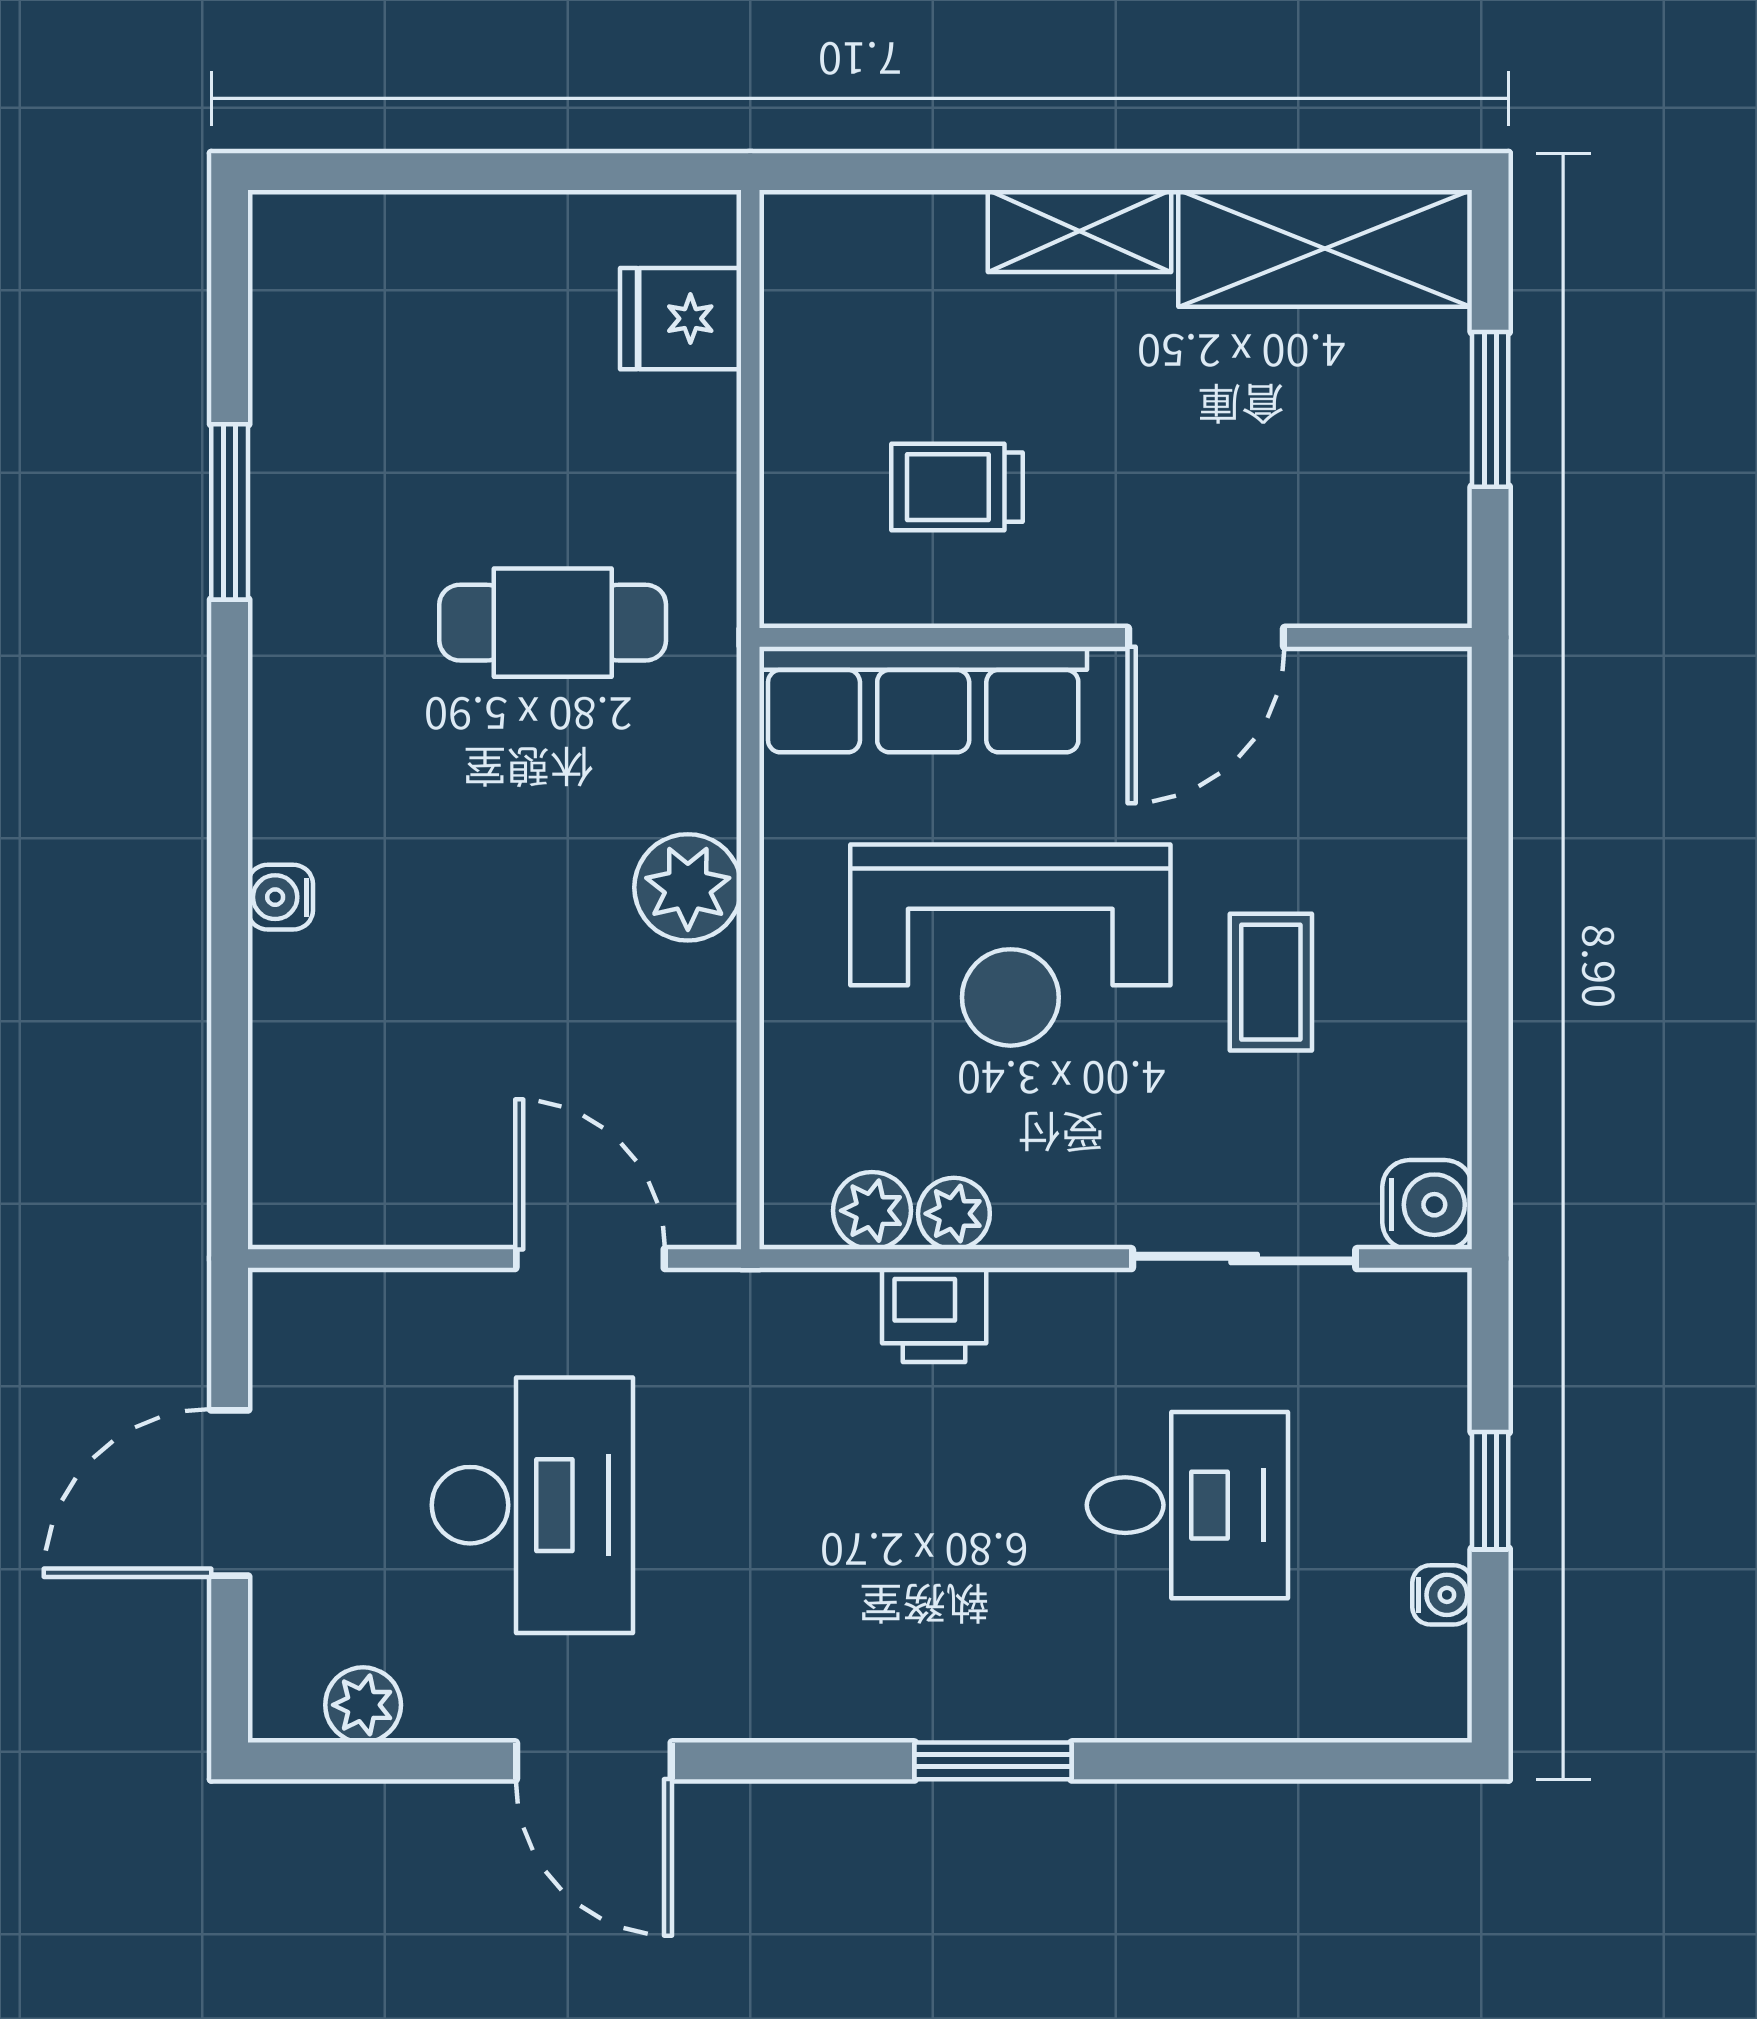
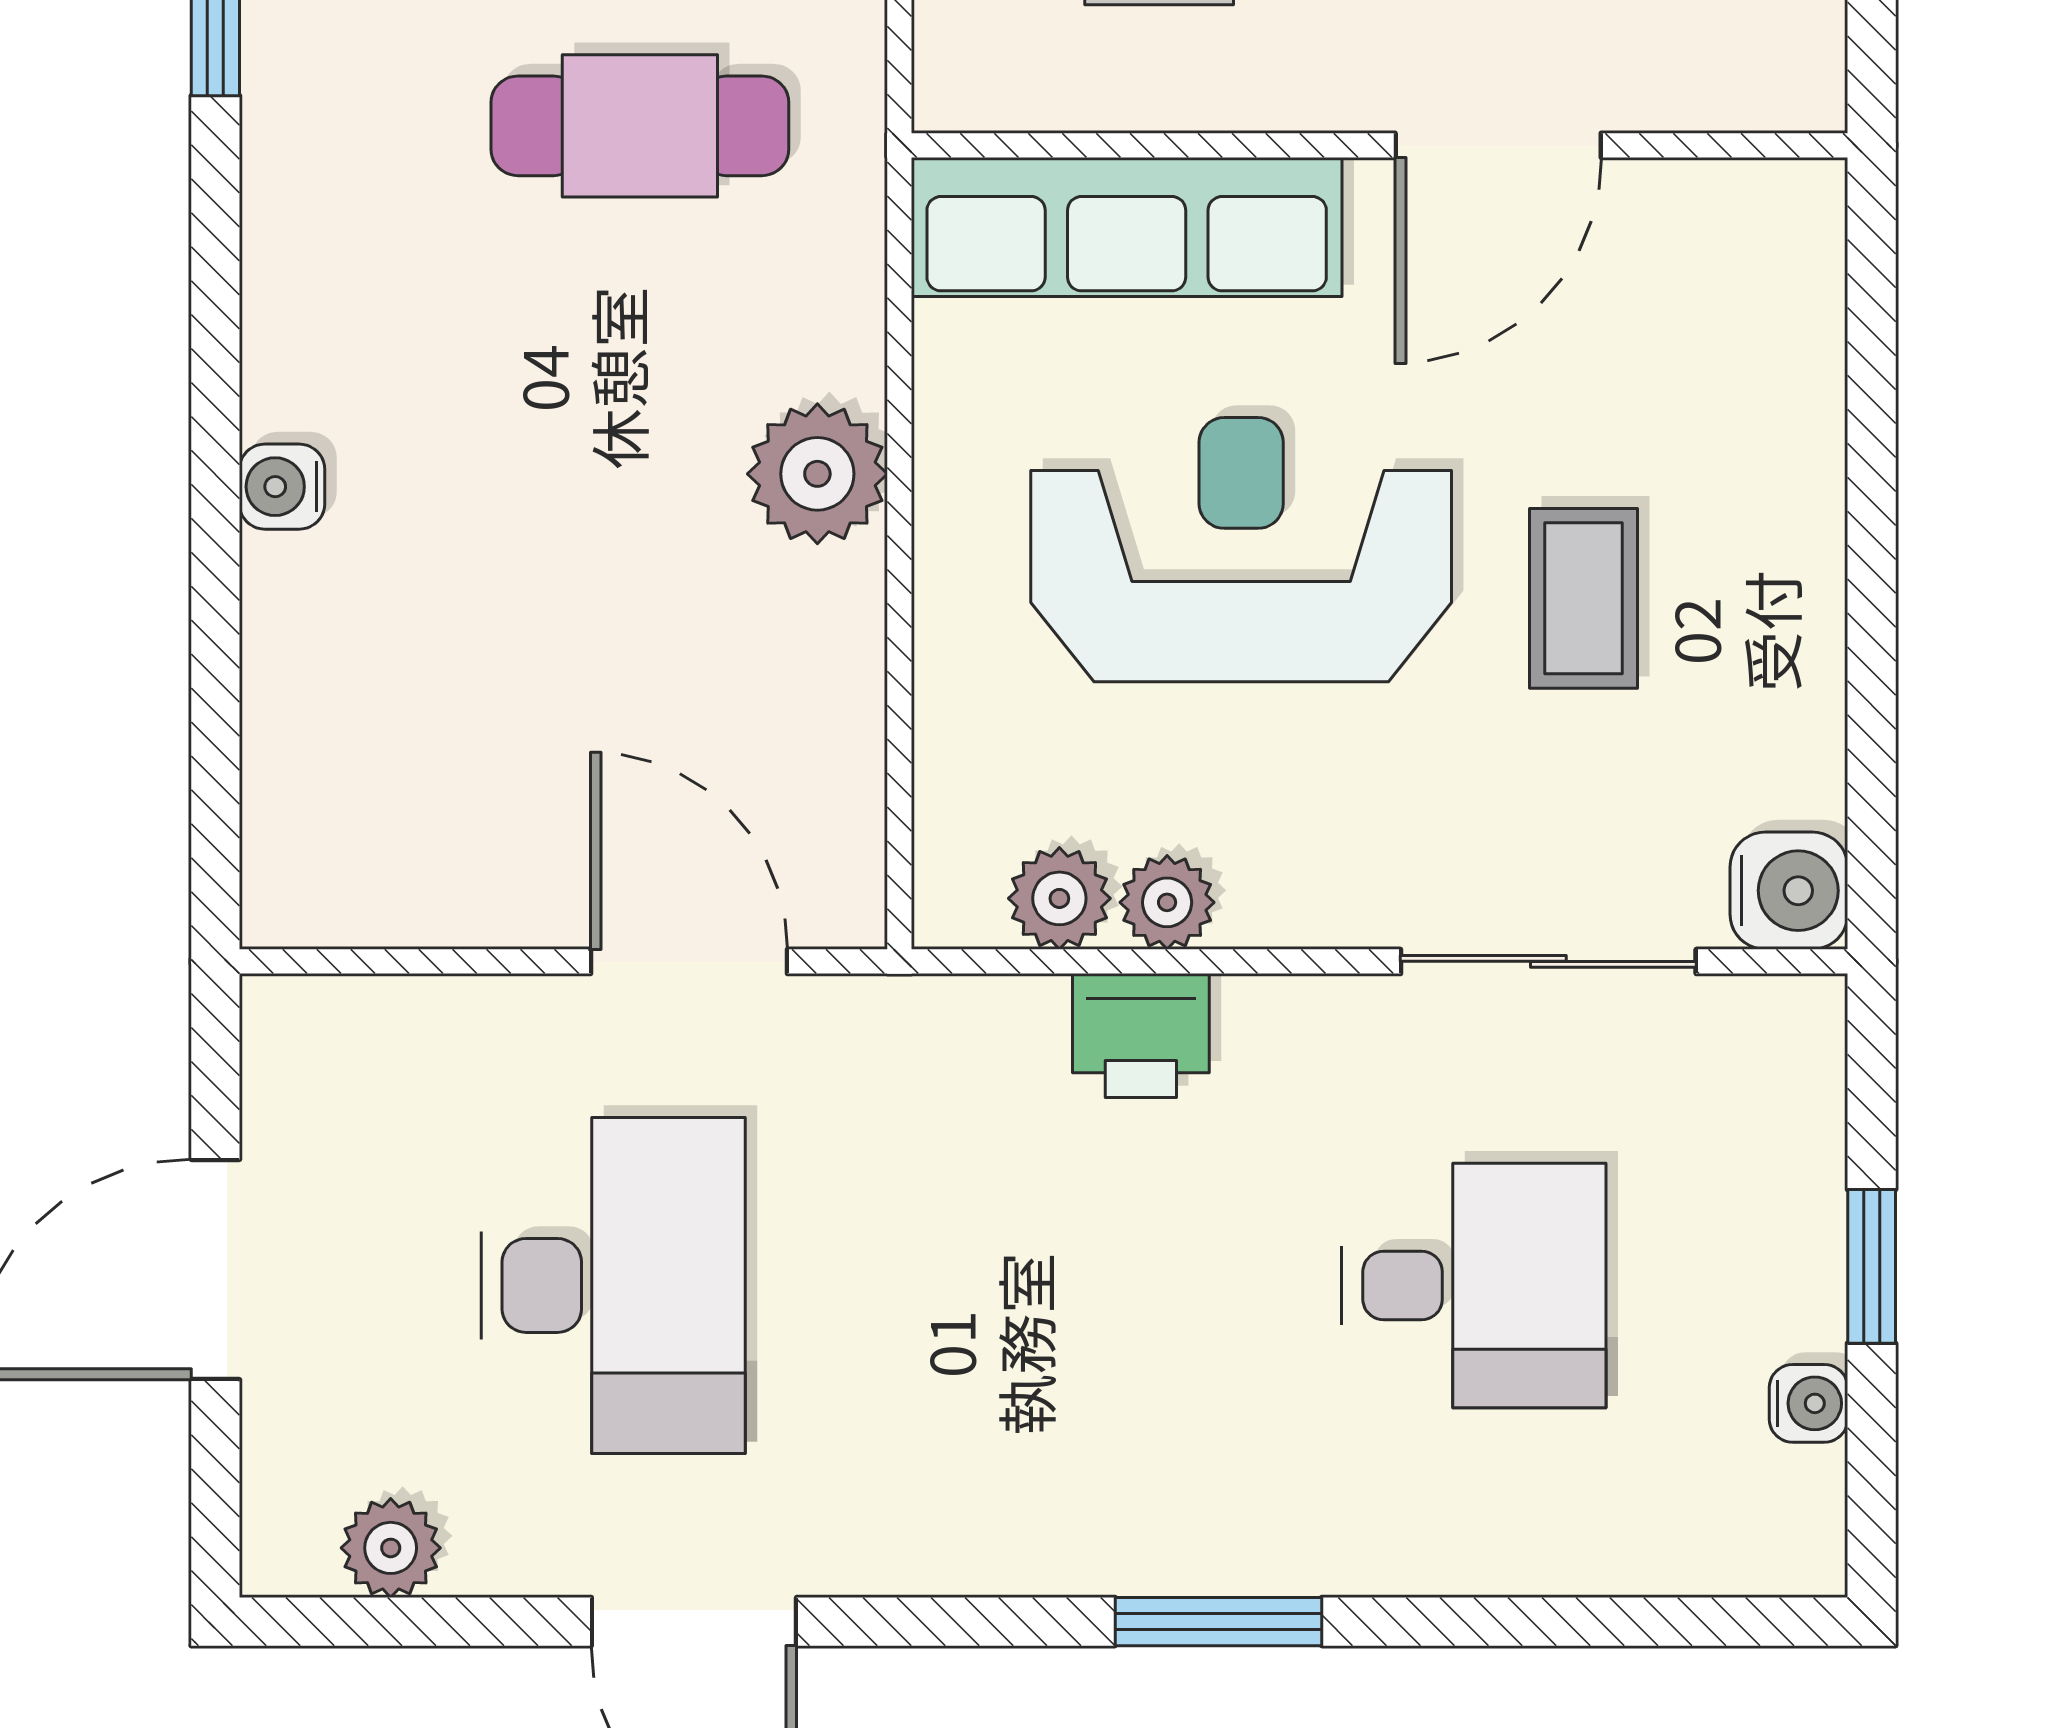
reception desk: (1010, 945) -> (1241, 550), turned 180

